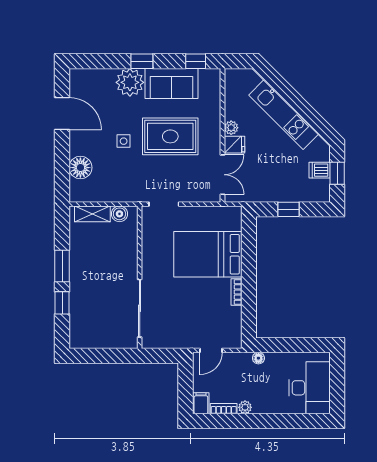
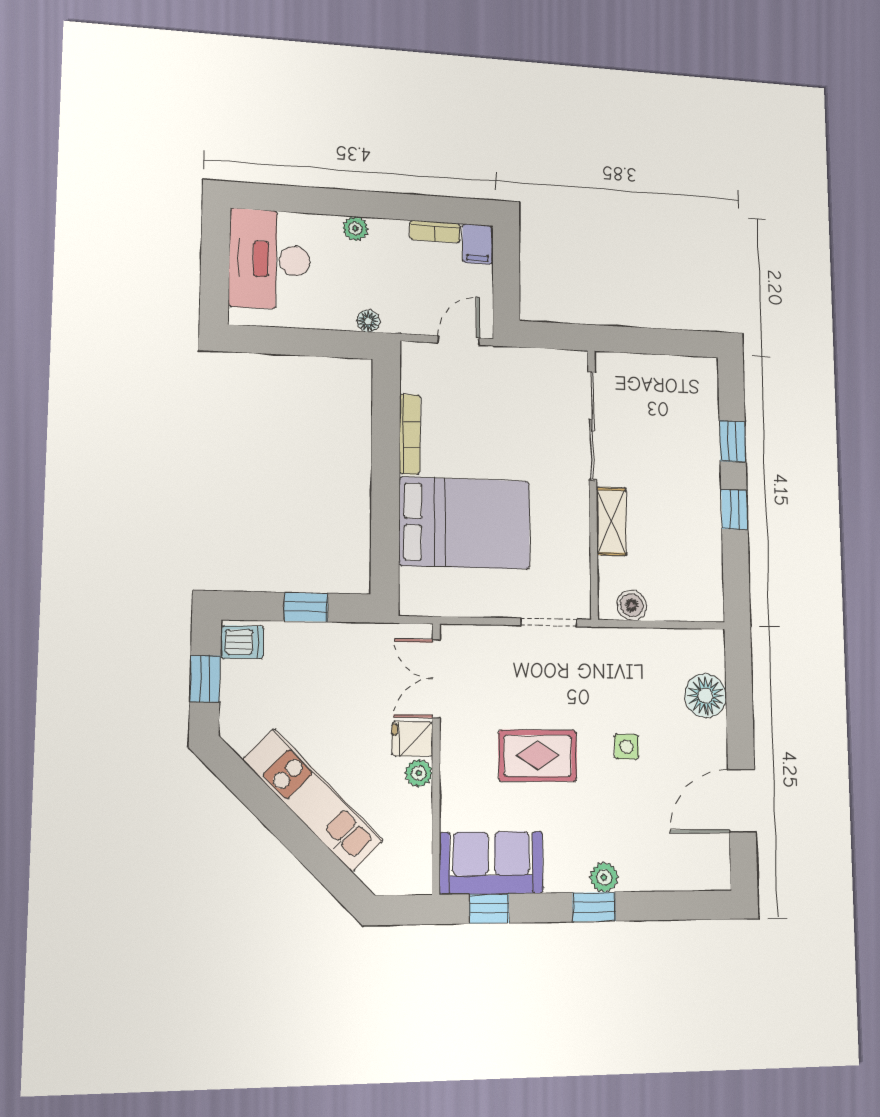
plant: (130, 82) -> (604, 877), width x0.53, depth x0.53
sofa: (172, 84) -> (491, 863), moved
door: (62, 114) -> (742, 801), hinge flipped
rug: (170, 136) -> (538, 756), width x0.73, depth x0.70
dishwasher: (320, 170) -> (242, 642), moved
shelving: (92, 214) -> (611, 521), moved, turned 90
window: (62, 266) -> (734, 510), width x0.67
bookcase: (237, 292) -> (410, 434), width x1.56
plant: (245, 407) -> (355, 229), moved

